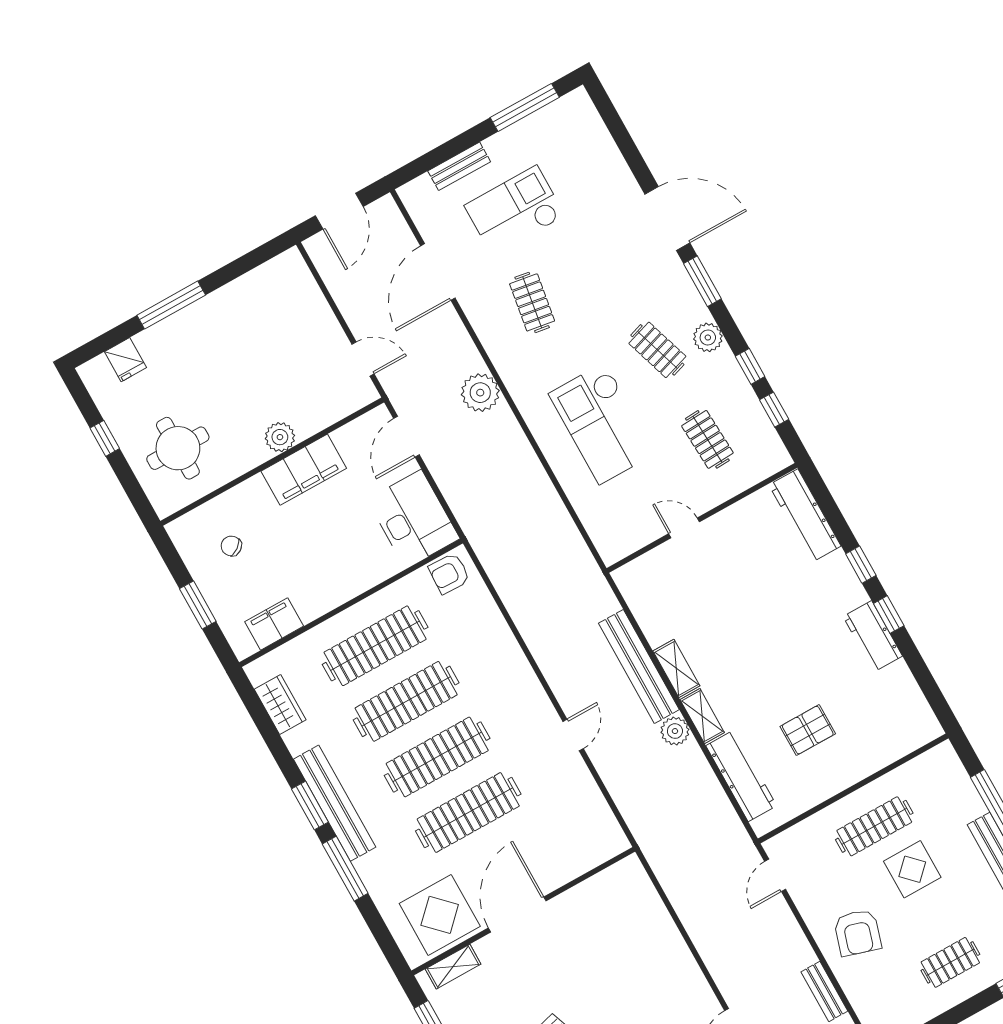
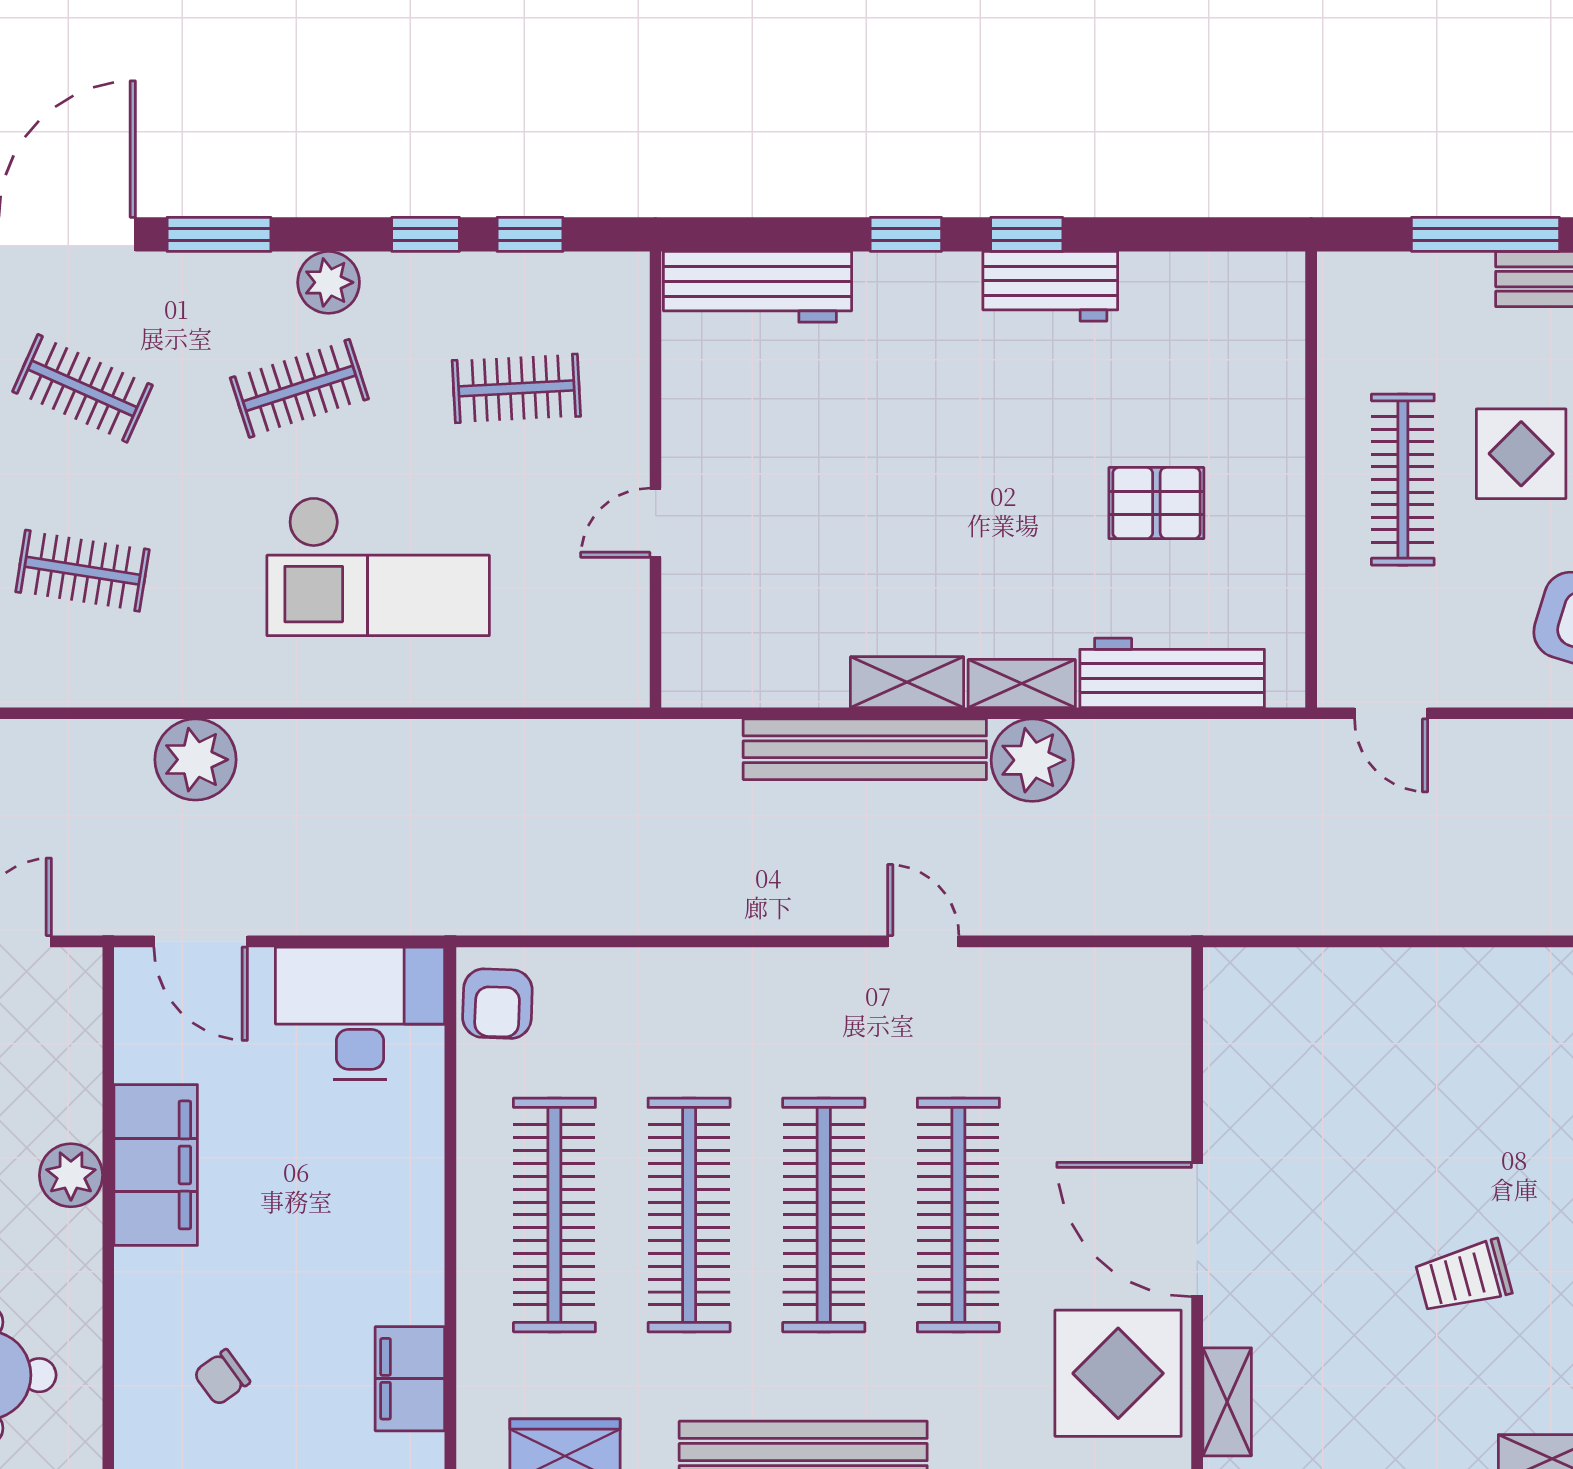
clothes rail: (607, 260) -> (82, 388), added
pallet: (808, 730) -> (1156, 503), turned 90
plant: (675, 731) -> (1032, 760), width x1.36, depth x1.36

